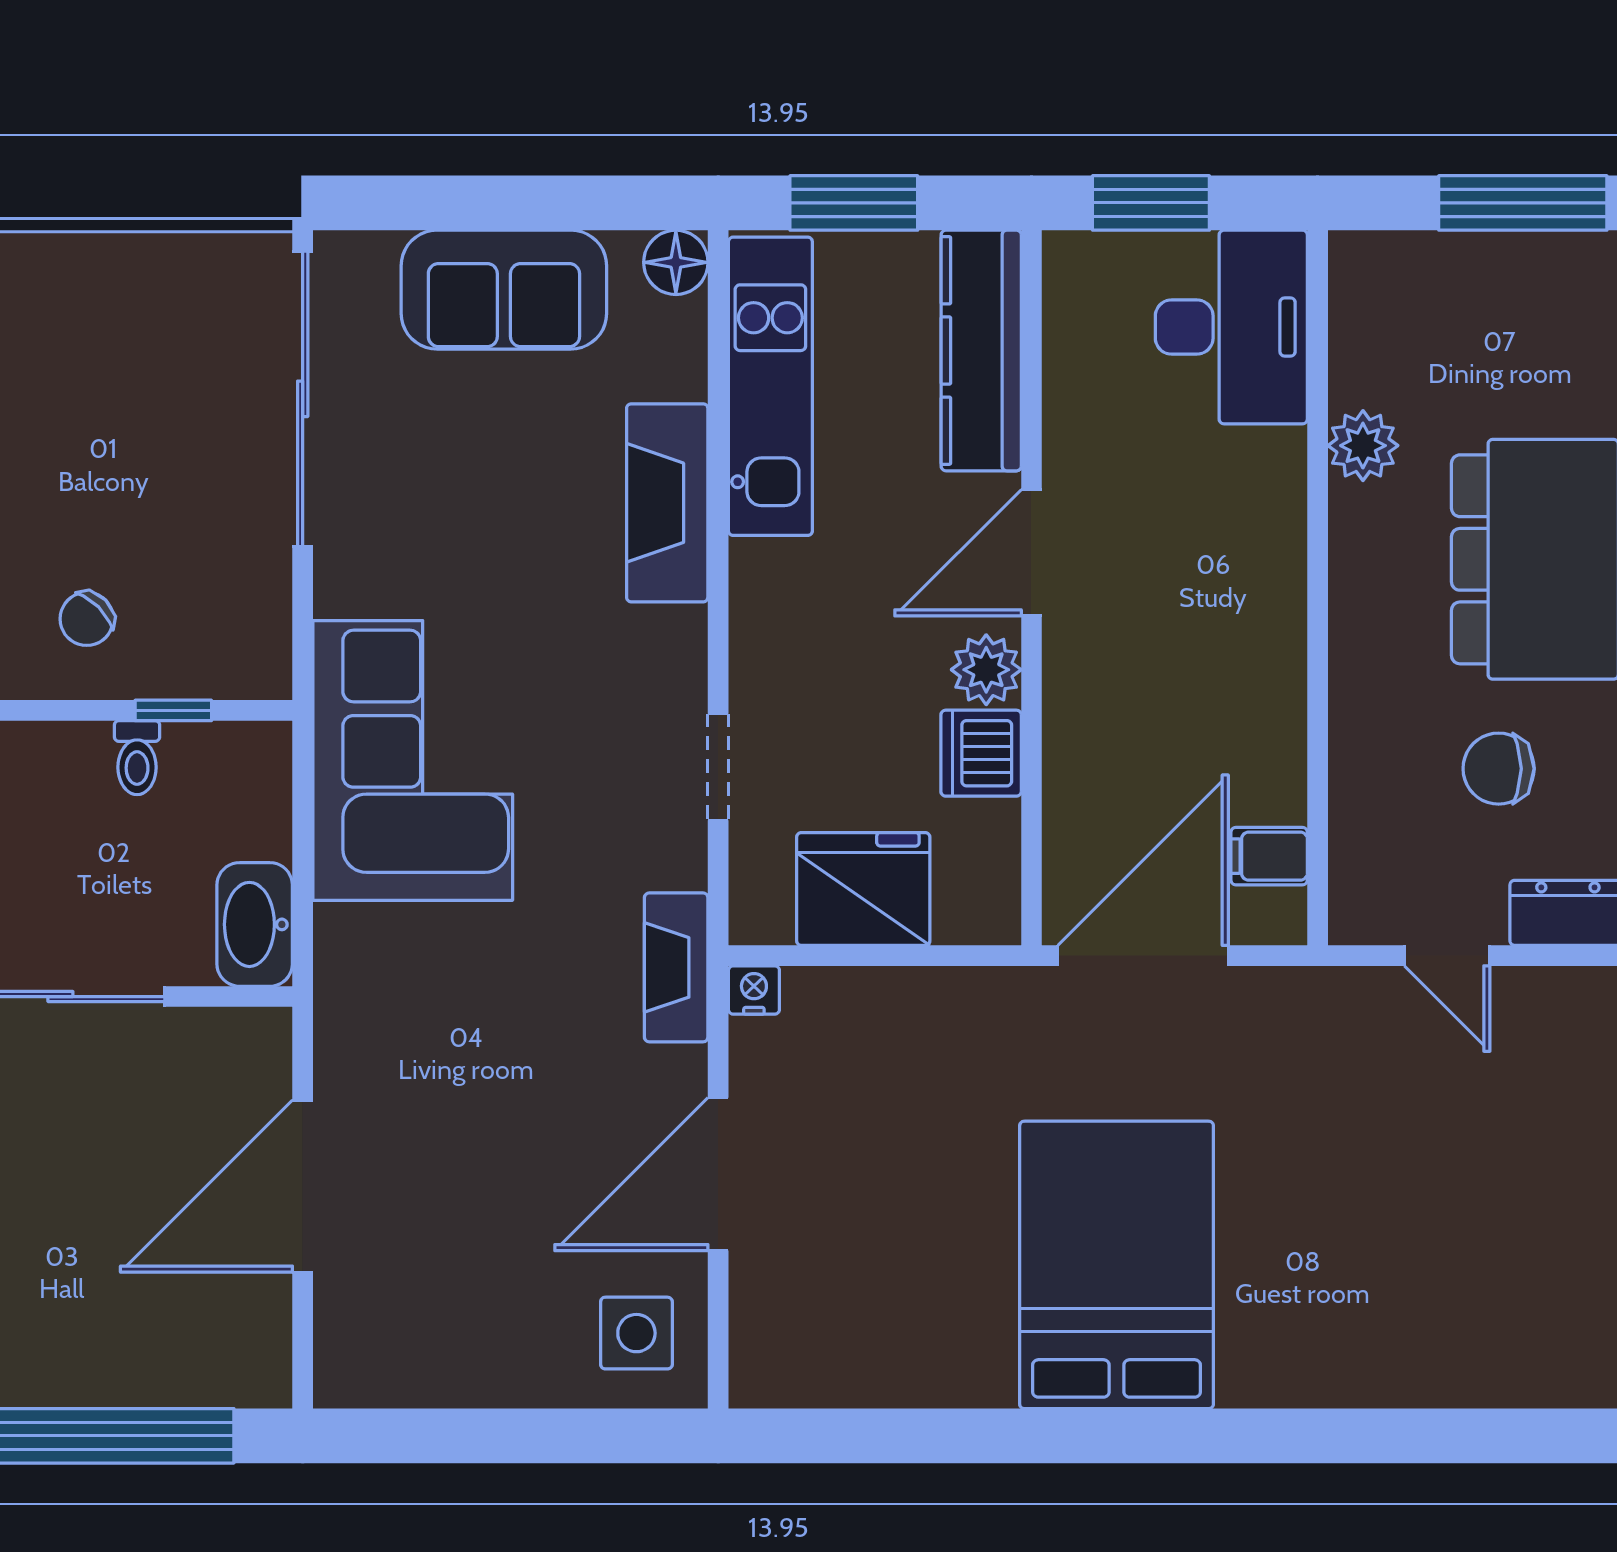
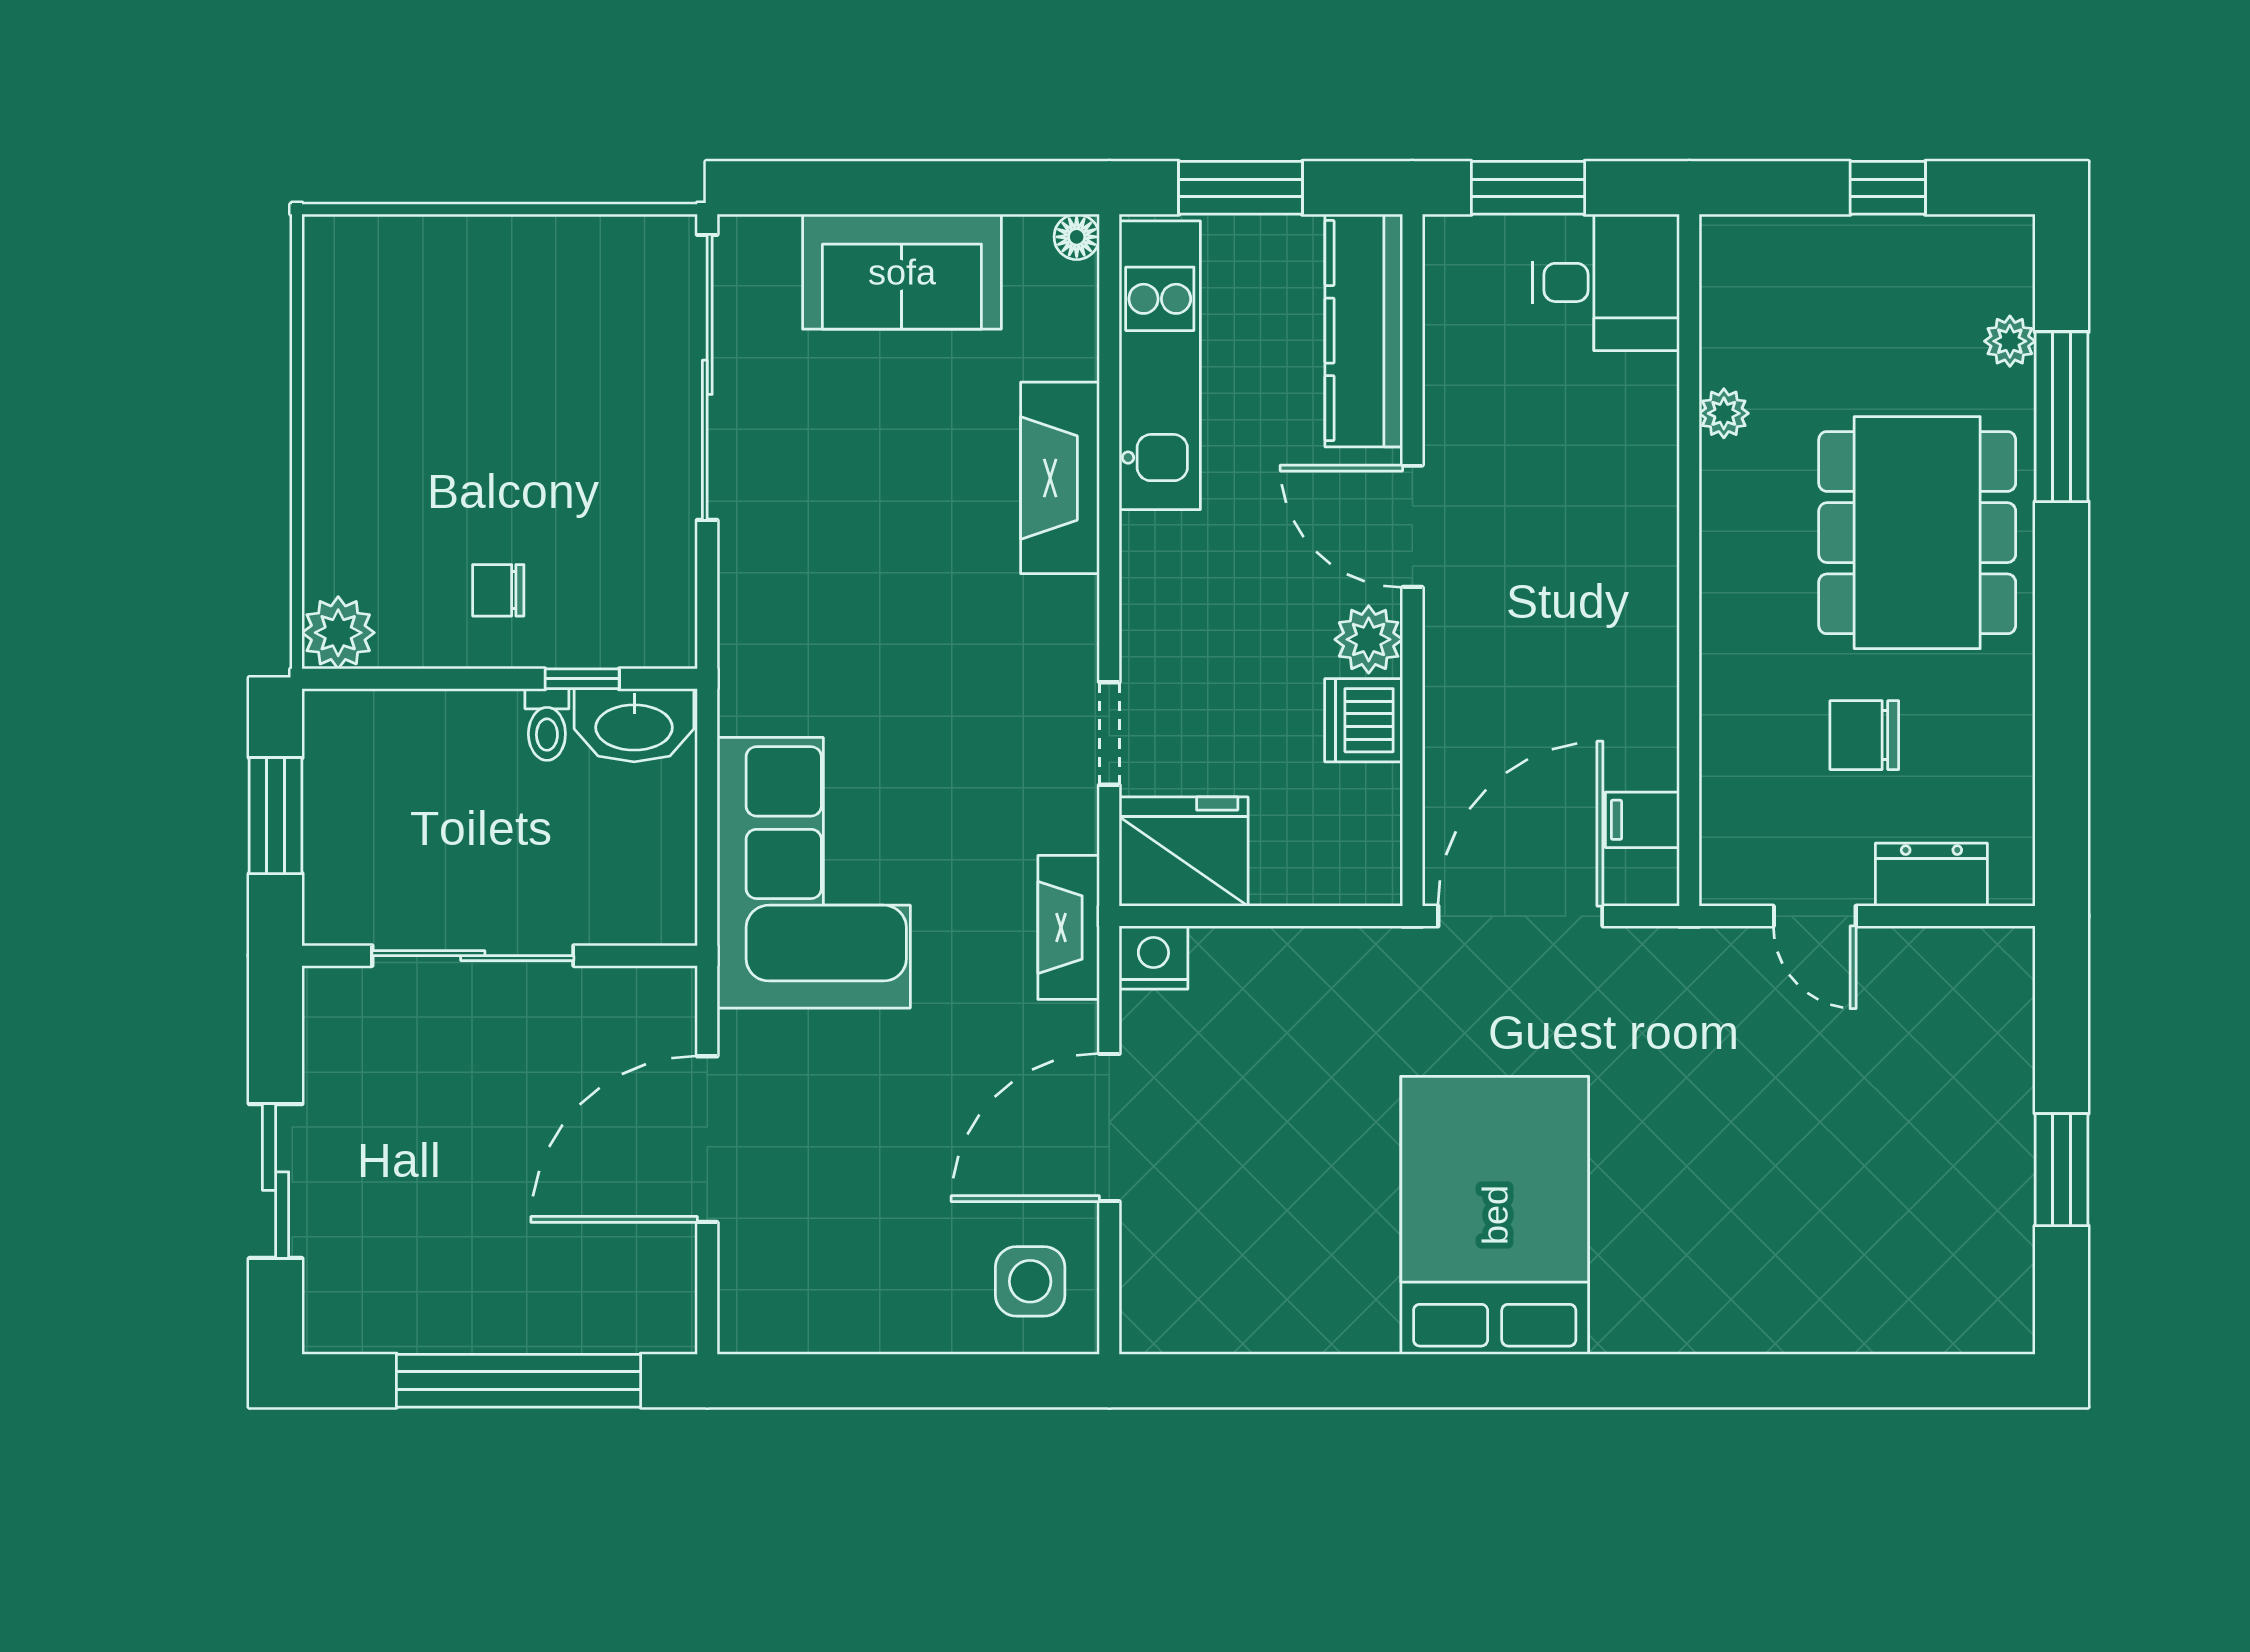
window: (1523, 203) -> (1888, 188), width x0.46
floor lamp: (676, 262) -> (1077, 237), width x0.73, depth x0.73
desk: (1231, 327) -> (1606, 282), width x0.73
plant: (1363, 446) -> (1724, 413), width x0.73, depth x0.73
door: (1031, 553) -> (1412, 526), hinge flipped
chair: (87, 619) -> (498, 590), turned 45
corner sofa: (413, 760) -> (814, 873), moved
fridge: (863, 889) -> (1184, 852), moved
washbasin: (255, 924) -> (634, 725), moved, turned -90
nightstand: (754, 990) -> (1153, 958), width x1.39, depth x1.35

